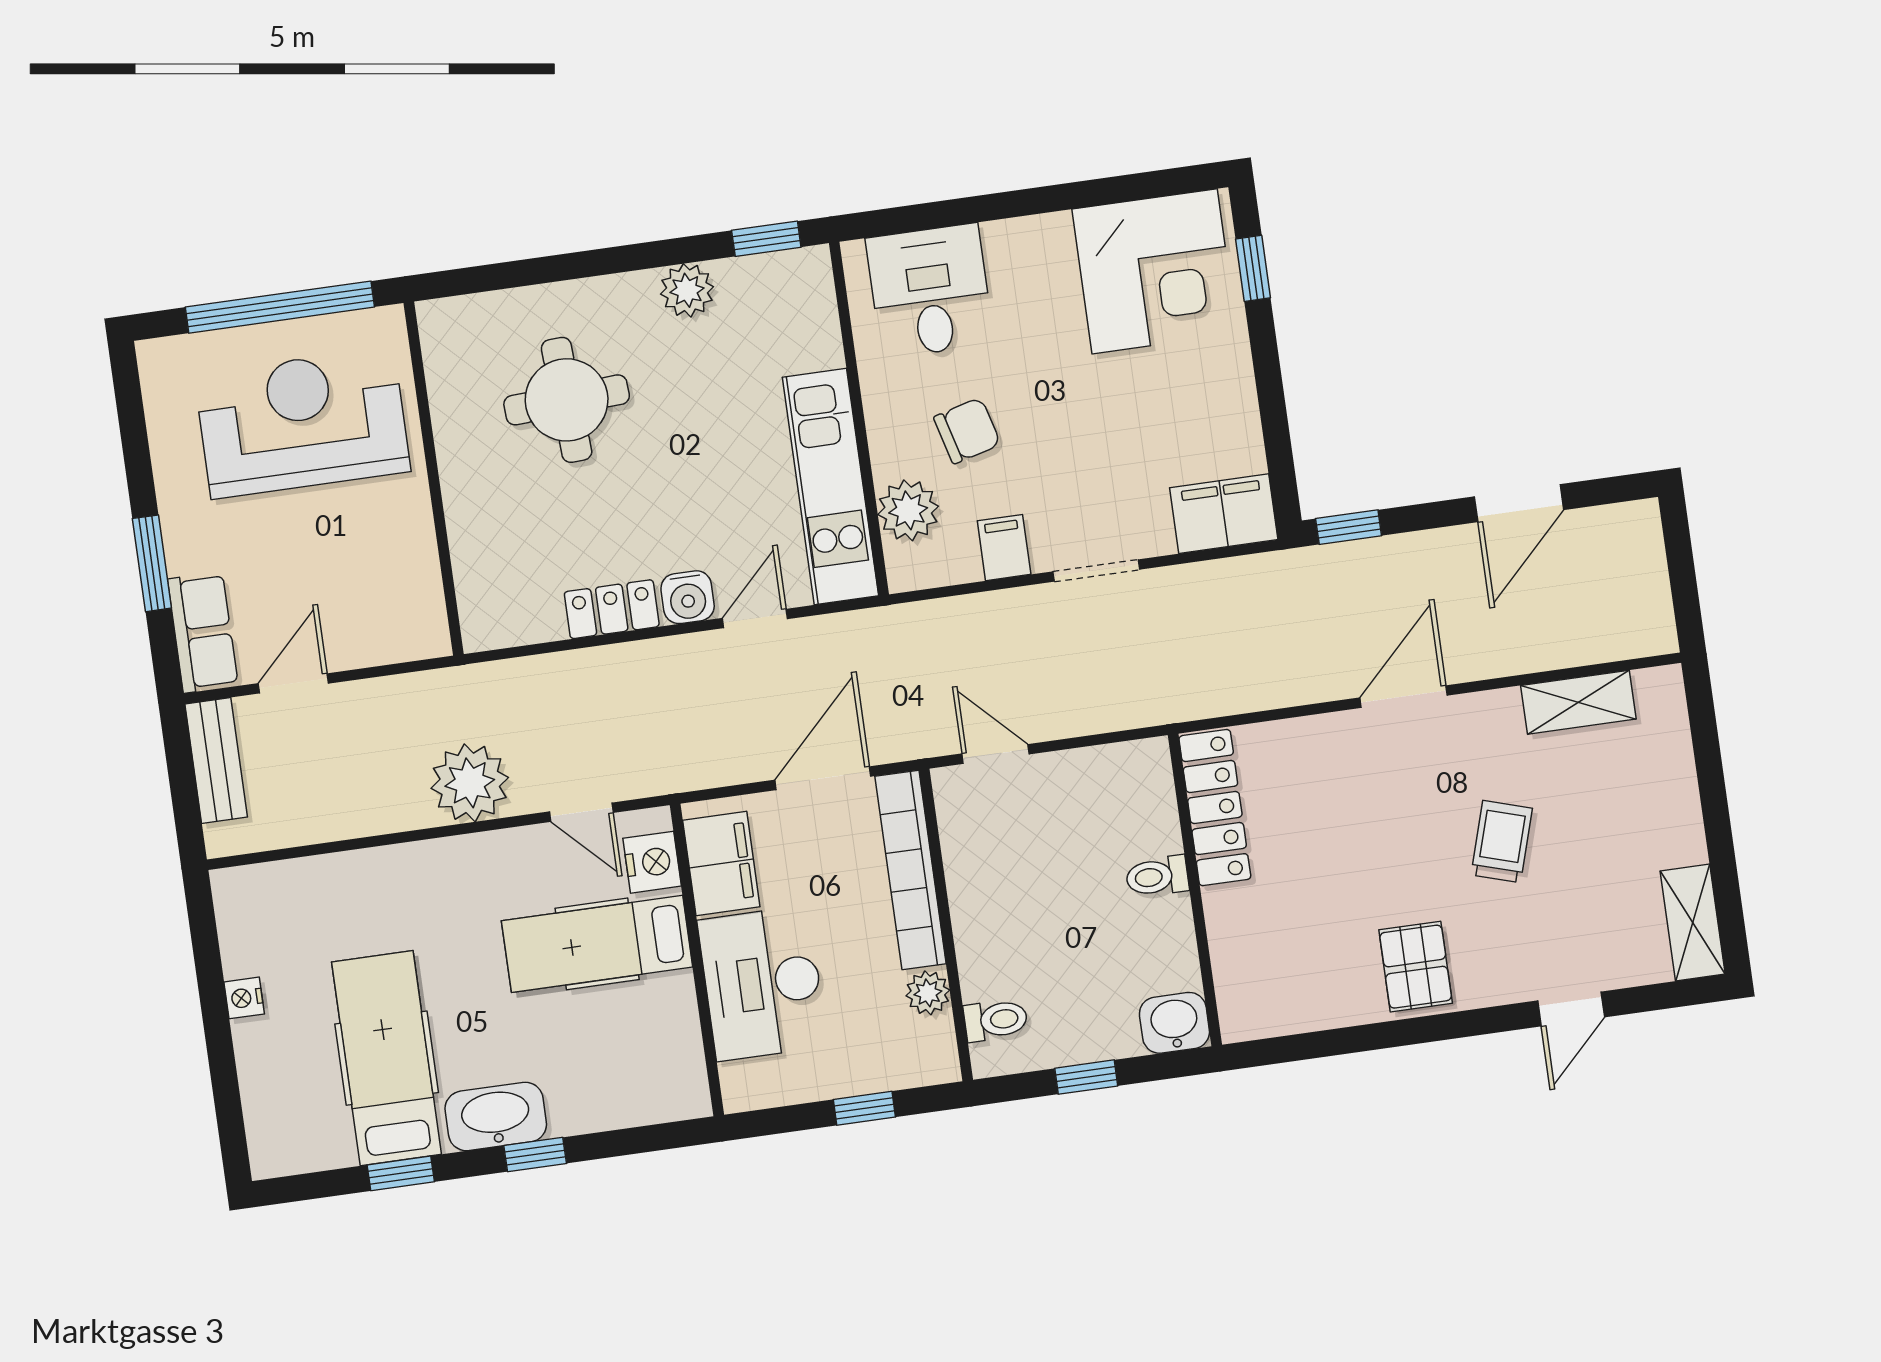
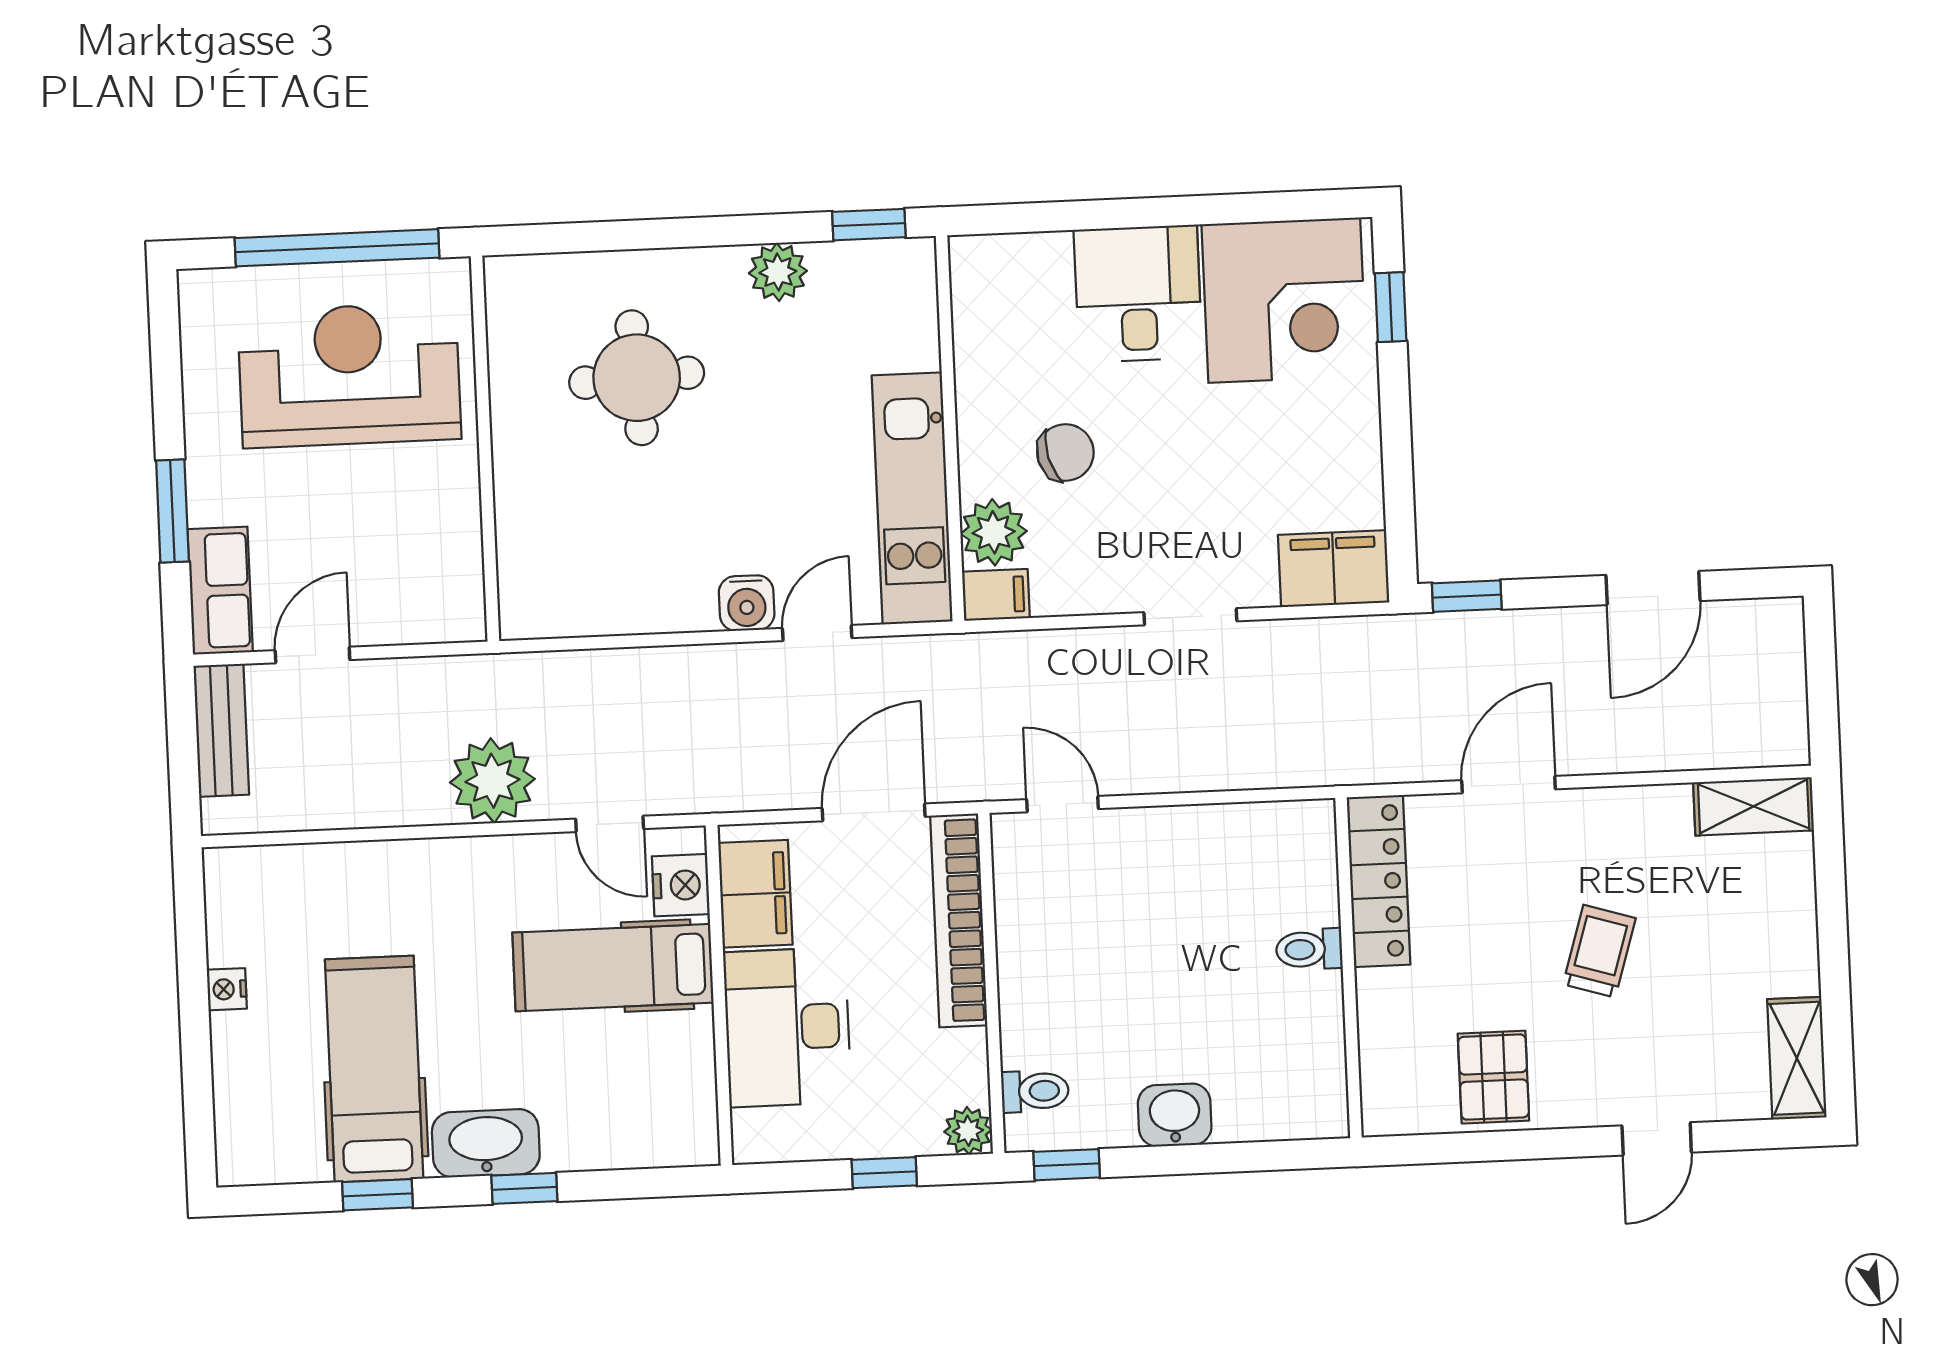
desk: (930, 291) -> (1138, 294), moved
filing cabinet: (1004, 548) -> (996, 595), moved, turned 90
locker: (612, 609) -> (664, 608), removed
shelving: (1578, 702) -> (1754, 806), moved
locker: (1215, 808) -> (1379, 881), moved
toilet: (1157, 876) -> (1309, 949), moved
wall: (1195, 890) -> (1348, 968), moved
plant: (928, 993) -> (968, 1131), moved
washbasin: (1174, 1023) -> (1175, 1115), moved
window: (1086, 1077) -> (1067, 1165), moved

